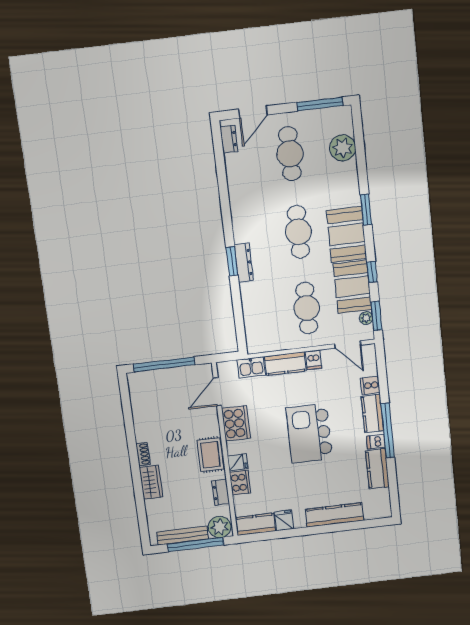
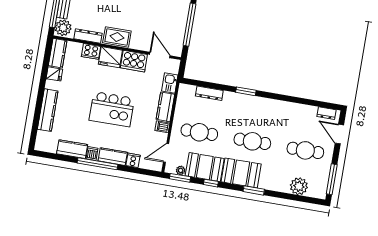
dresser: (244, 263) -> (209, 93), moved
kitchen island: (309, 433) -> (112, 109), turned 180
fridge: (238, 462) -> (110, 57), width x1.88, depth x1.34
dresser: (221, 492) -> (88, 36), width x1.44

